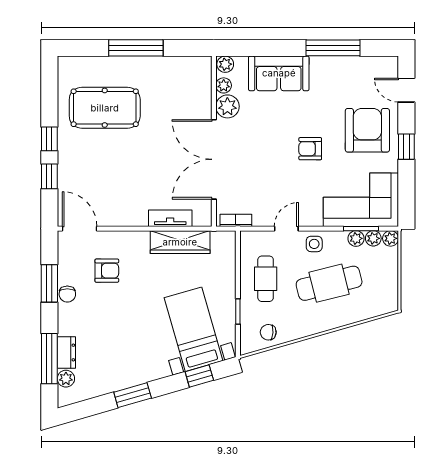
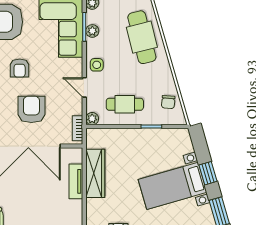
armchair: (259, 163) -> (31, 109), added
plant: (373, 238) -> (92, 119), moved
cafe table: (329, 283) -> (142, 37), moved
bed with nightstands: (194, 329) -> (172, 186), moved
window: (199, 376) -> (208, 173), moved

